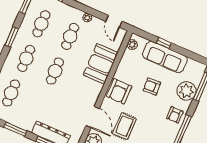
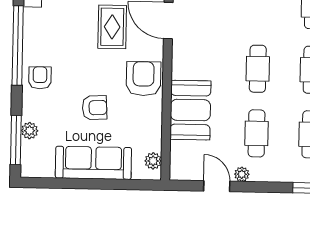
door: (114, 21) -> (217, 186), moved
window: (164, 43) -> (104, 184), removed
plant: (186, 91) -> (30, 131), width x0.53, depth x0.53

